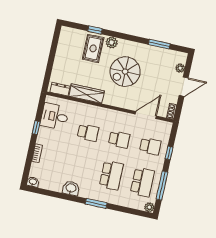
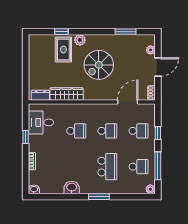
school desk: (142, 182) -> (138, 167), width x0.54

